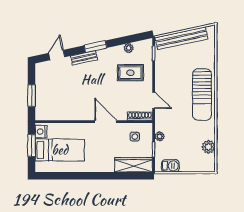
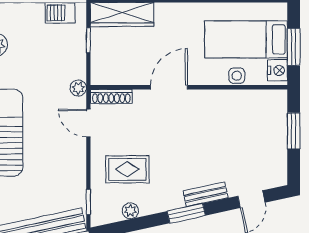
door: (106, 122) -> (169, 87), swing flipped
plant: (160, 136) -> (78, 88), moved
side table: (135, 137) -> (237, 76), moved

